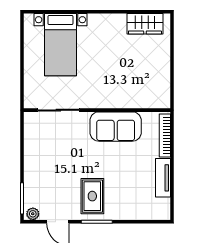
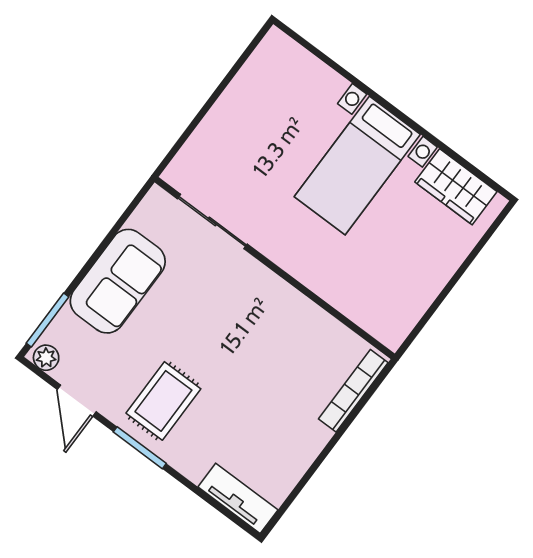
bed with nightstands: (60, 45) -> (357, 166), moved
sofa: (116, 127) -> (118, 281), moved, turned -90
tv unit: (163, 178) -> (238, 498), moved, turned 90

